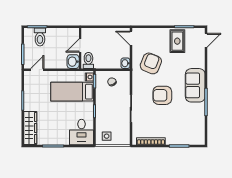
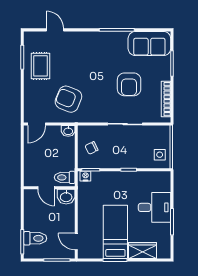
door: (206, 40) -> (55, 30), moved
rug: (177, 41) -> (40, 66), turned 90
sofa: (195, 85) -> (149, 43), moved
bed: (72, 92) -> (115, 232), moved, turned 180
armchair: (162, 95) -> (129, 84), moved
wardrobe: (30, 128) -> (142, 250), width x0.67
desk: (81, 132) -> (154, 207), moved

